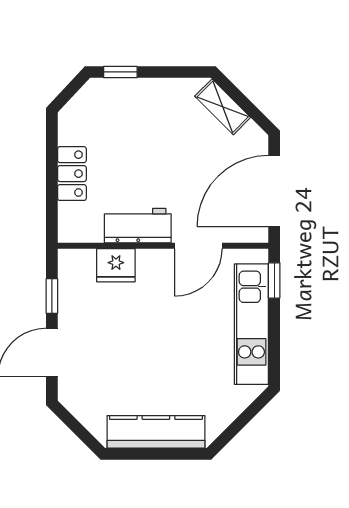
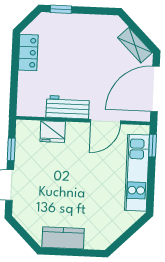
shelving: (223, 107) -> (135, 45), moved
locker: (72, 174) -> (28, 53), moved
kitchen counter: (156, 432) -> (63, 238), width x0.67

